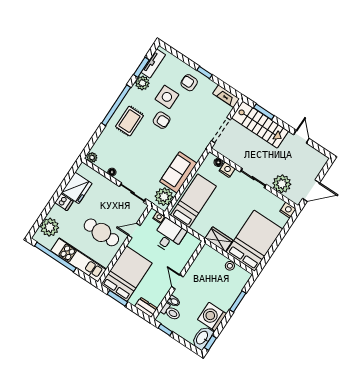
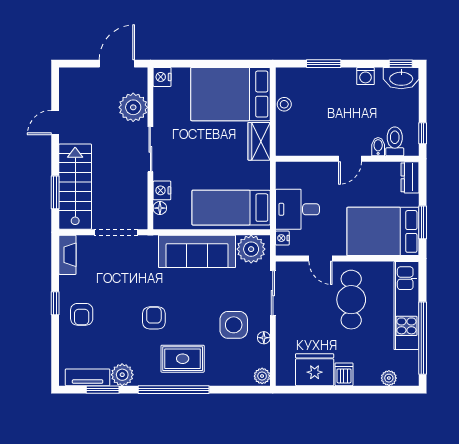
side table: (167, 97) -> (234, 325), moved
sofa: (178, 172) -> (197, 251), width x1.36
door: (311, 191) -> (117, 64), hinge flipped
plant: (50, 227) -> (389, 378), width x0.53, depth x0.53
washing machine: (212, 317) -> (365, 76), width x0.53, depth x0.53

